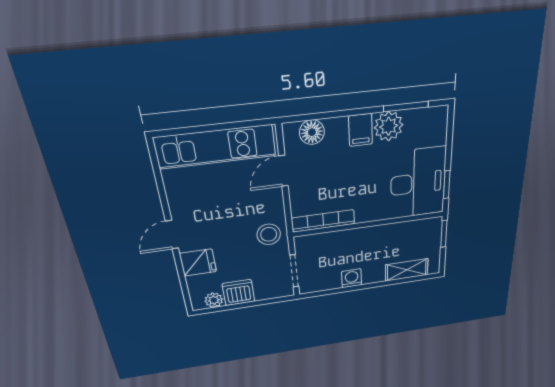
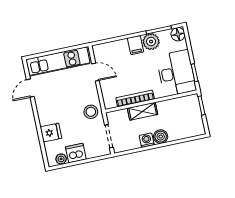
floor lamp: (312, 132) -> (178, 34), moved
door: (283, 171) -> (95, 72), swing flipped
bookcase: (323, 221) -> (135, 98), moved
door: (172, 235) -> (30, 88), moved
shelving: (407, 270) -> (143, 111), moved
boiler: (373, 274) -> (161, 137), added

